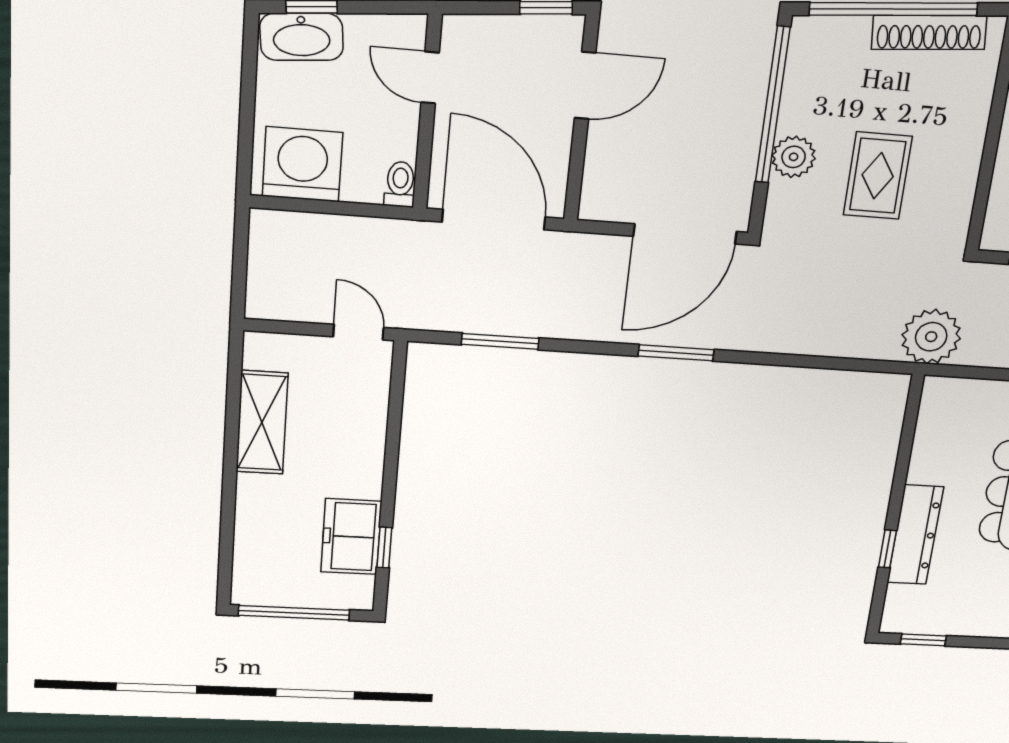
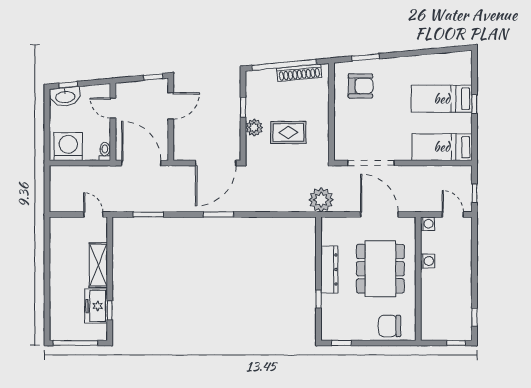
window: (773, 105) -> (243, 107), width x0.32
rug: (878, 176) -> (288, 132), turned 90
shelving: (262, 422) -> (98, 265), moved
dresser: (915, 535) -> (329, 269), moved

